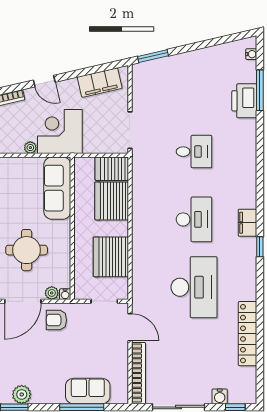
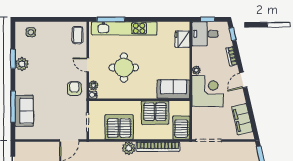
sofa: (57, 188) -> (173, 89), width x0.73
server rack: (112, 201) -> (155, 113), moved, turned 180
plant: (141, 243) -> (129, 148), added
door: (23, 301) -> (88, 65), width x0.53
bookcase: (138, 373) -> (158, 147), moved

